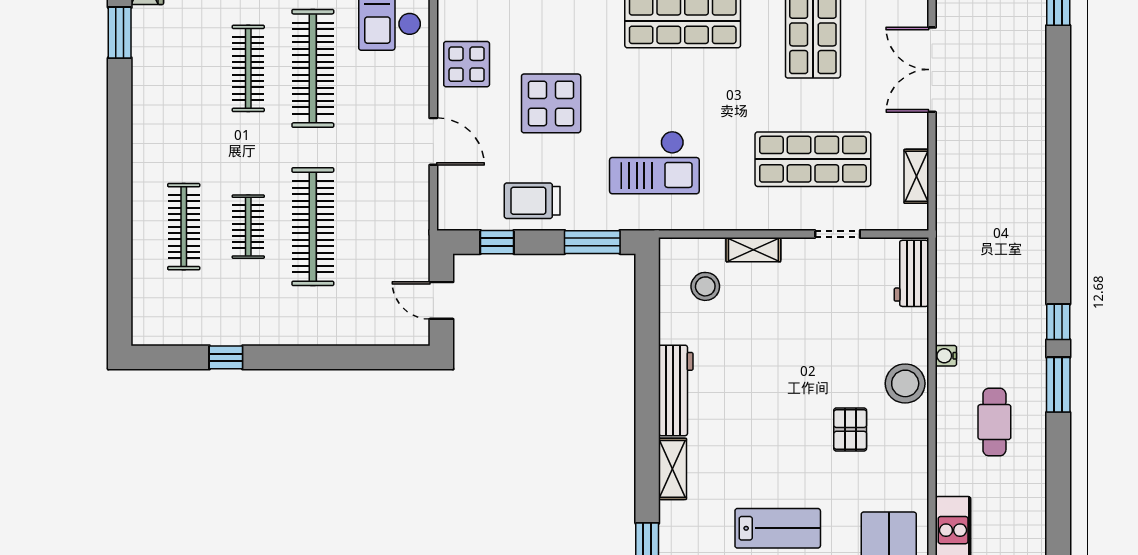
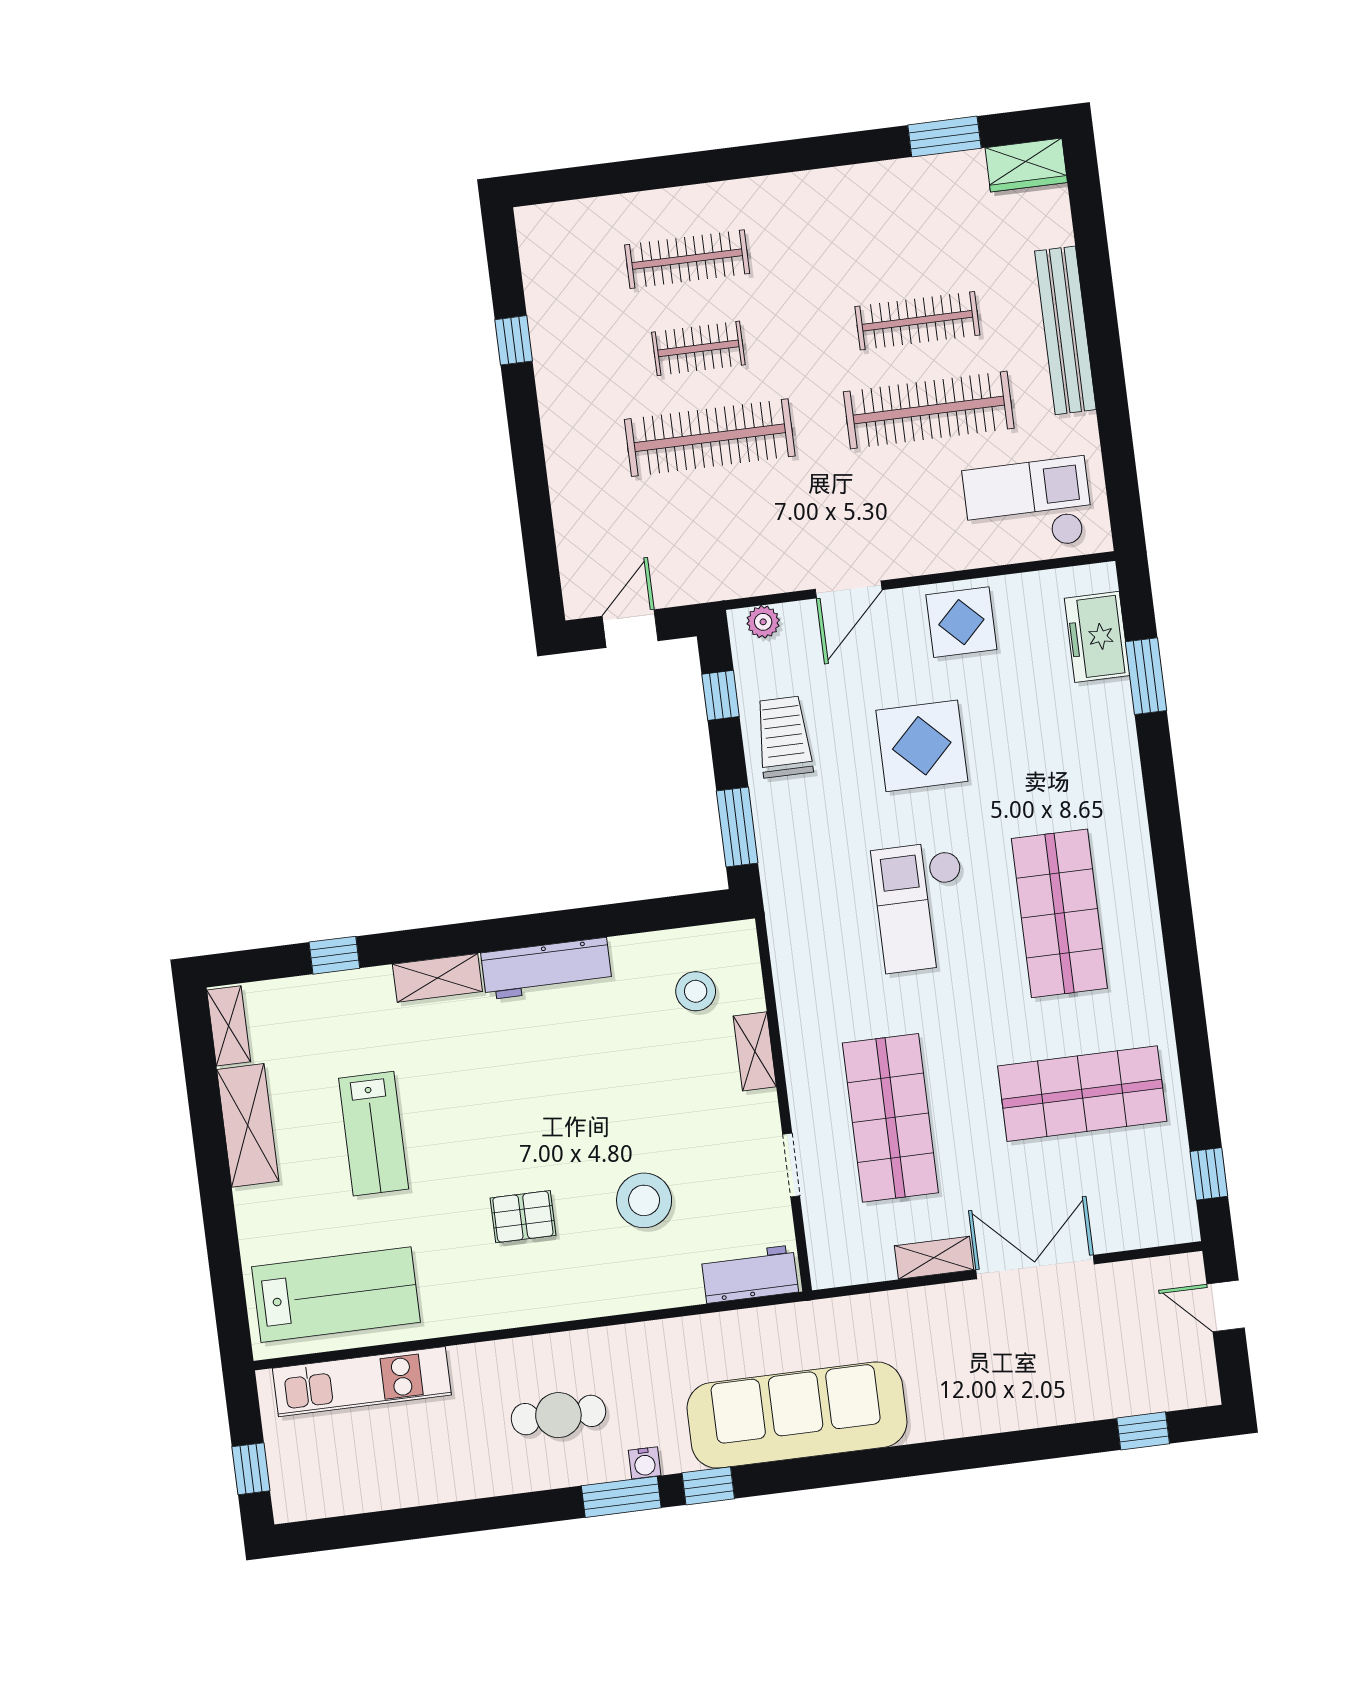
checkout: (654, 162) -> (922, 907), moved
shelving: (916, 176) -> (934, 1258), moved
plant: (449, 205) -> (763, 622), added
sofa: (1016, 252) -> (797, 1415), added
water cooler: (946, 356) -> (645, 1463), moved, turned 180
stool: (905, 383) -> (644, 1200), moved

